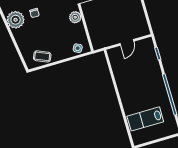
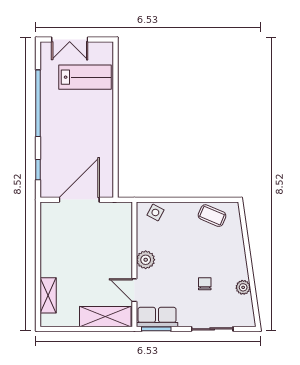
plant: (16, 20) -> (243, 287), width x0.53, depth x0.53
door: (127, 42) -> (79, 200), width x1.87
double door: (161, 139) -> (70, 40), added

